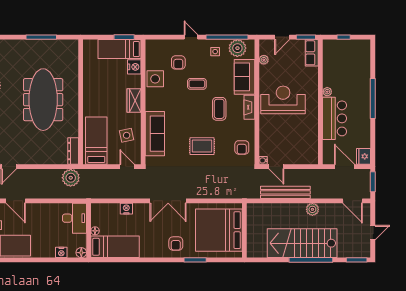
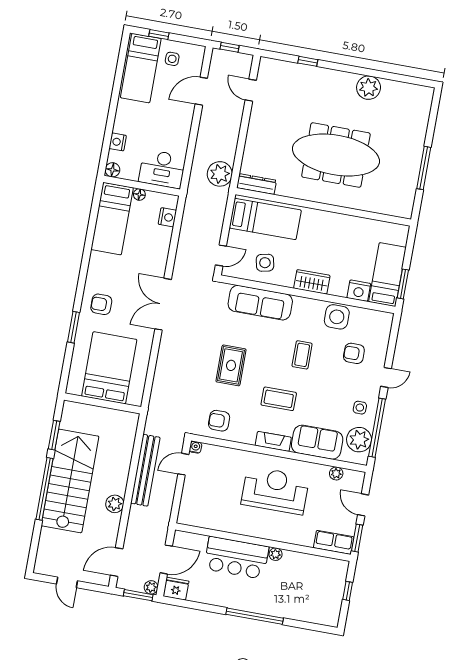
coffee table: (197, 84) -> (302, 355), moved
reception desk: (283, 100) -> (275, 490), turned -90
plant: (366, 174) -> (151, 587), added
nightstand: (126, 209) -> (167, 217), moved
bed: (219, 230) -> (109, 368), width x0.73
window: (357, 260) -> (54, 435), moved

